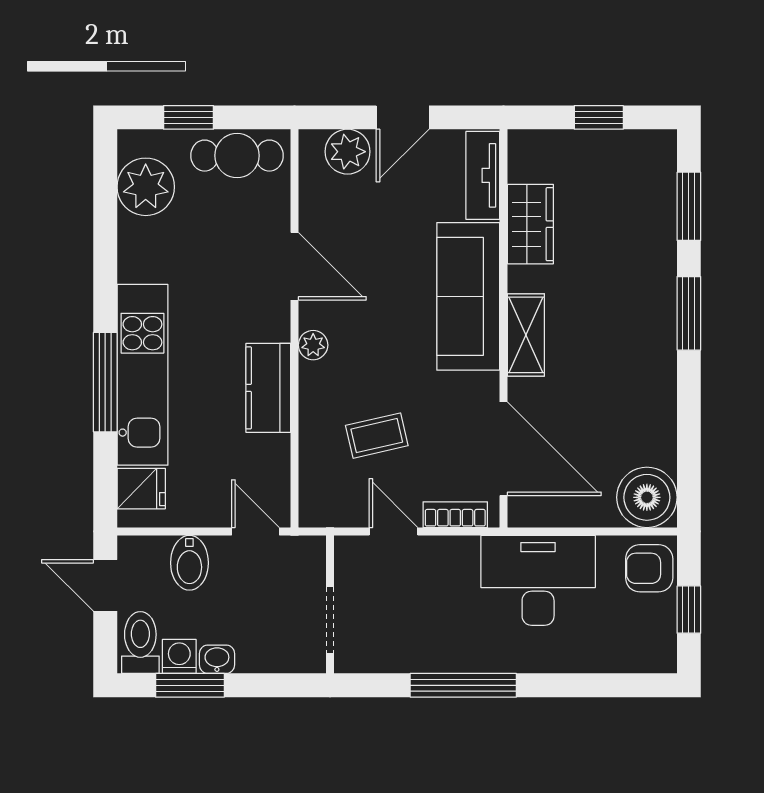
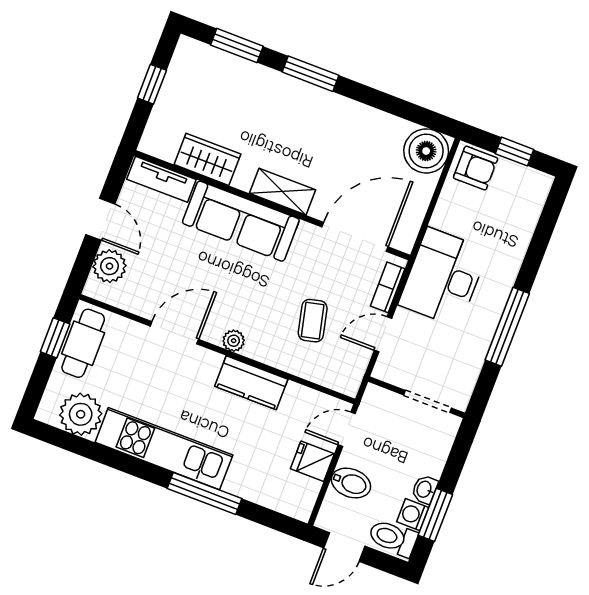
window: (189, 117) -> (55, 338), moved
kitchen unit: (142, 375) -> (164, 449), moved
fridge: (141, 489) -> (312, 461), moved, turned -90
armchair: (649, 568) -> (476, 168), turned -90
desk: (538, 580) -> (443, 277), moved

